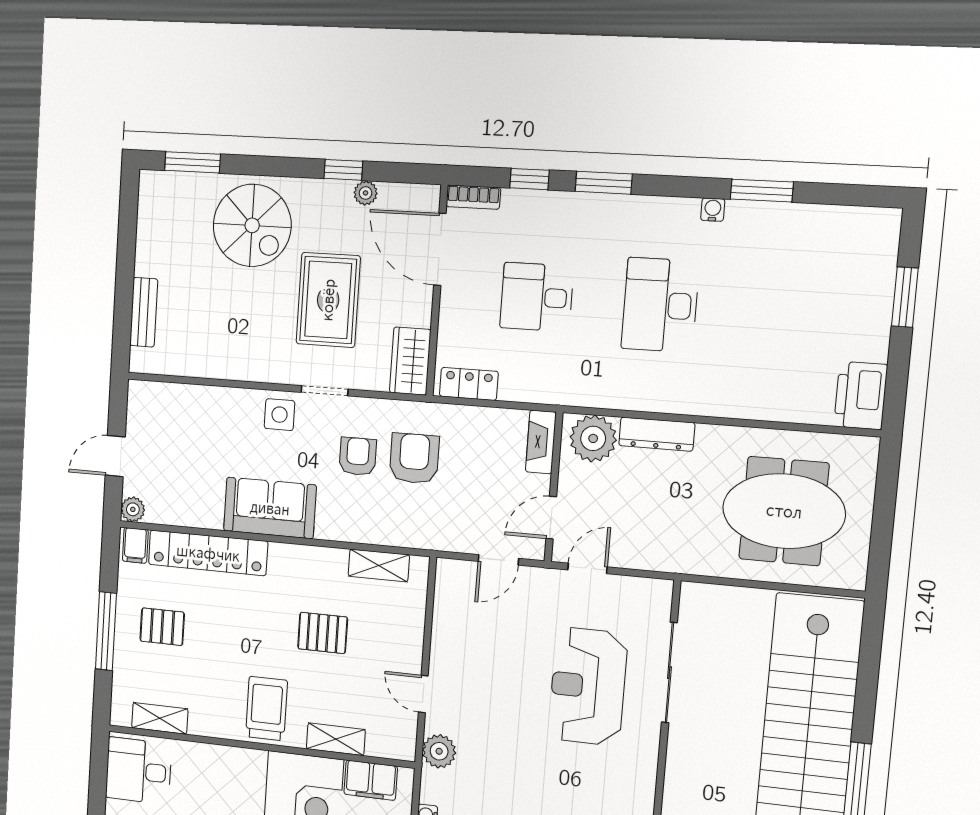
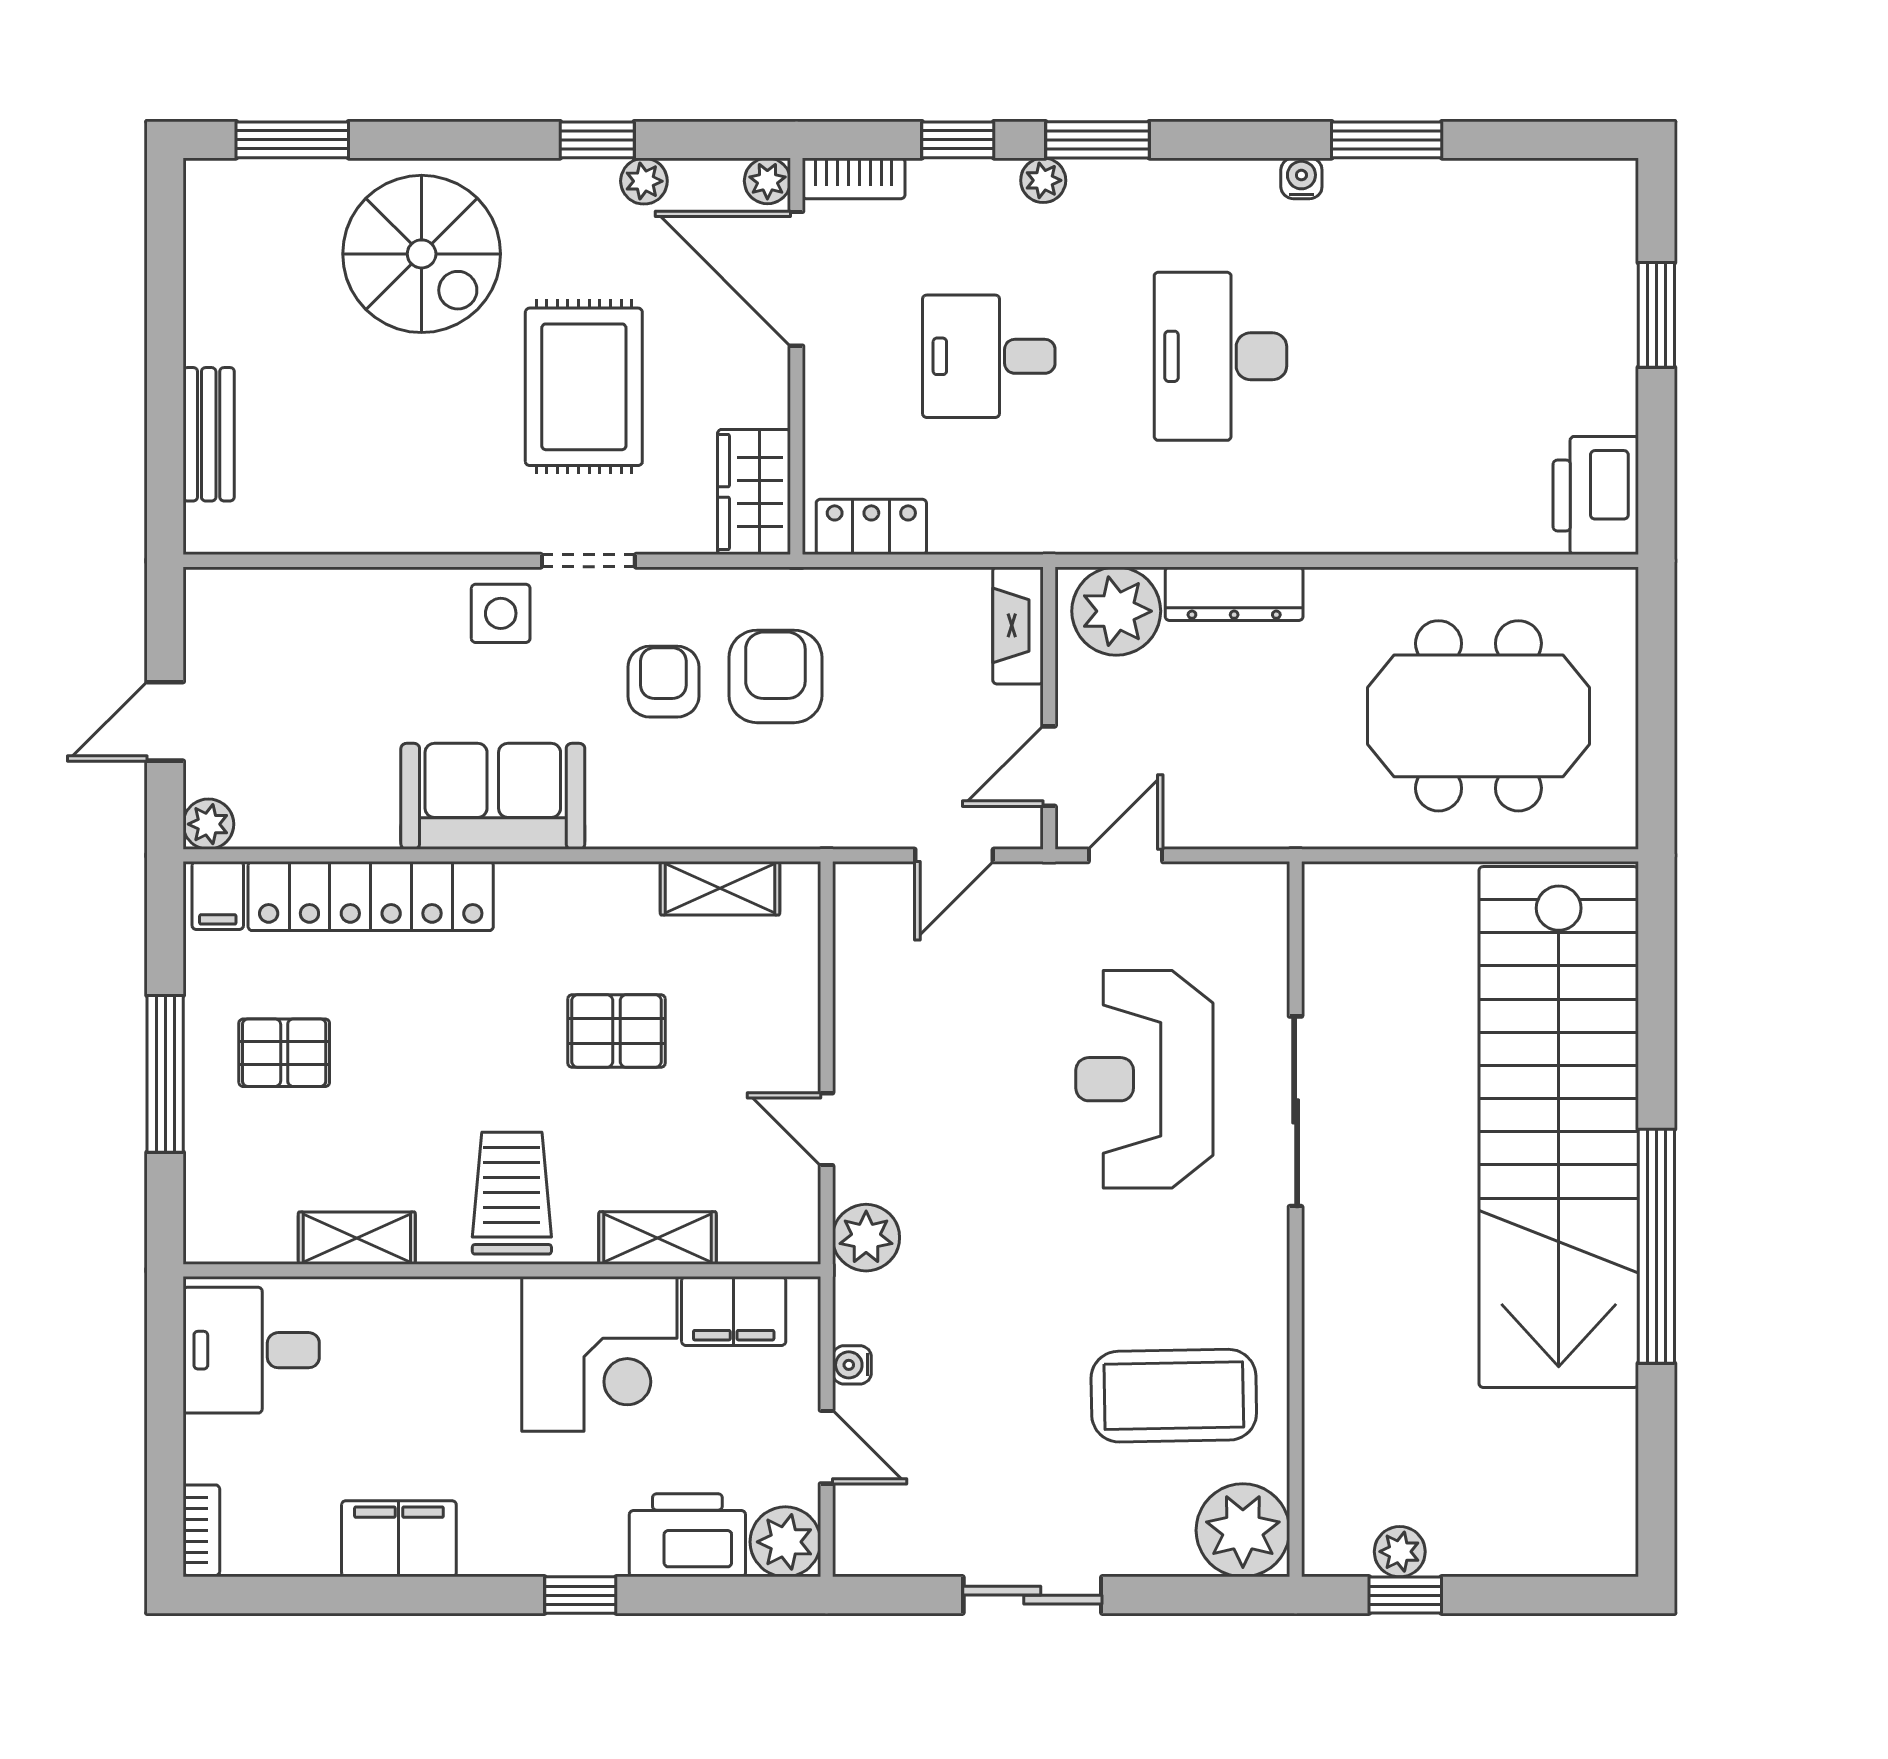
plant: (429, 196) -> (767, 181), added
plant: (573, 203) -> (1043, 180), added
sliding door: (669, 673) -> (1296, 1111), moved
shelving: (160, 718) -> (357, 1238), moved

